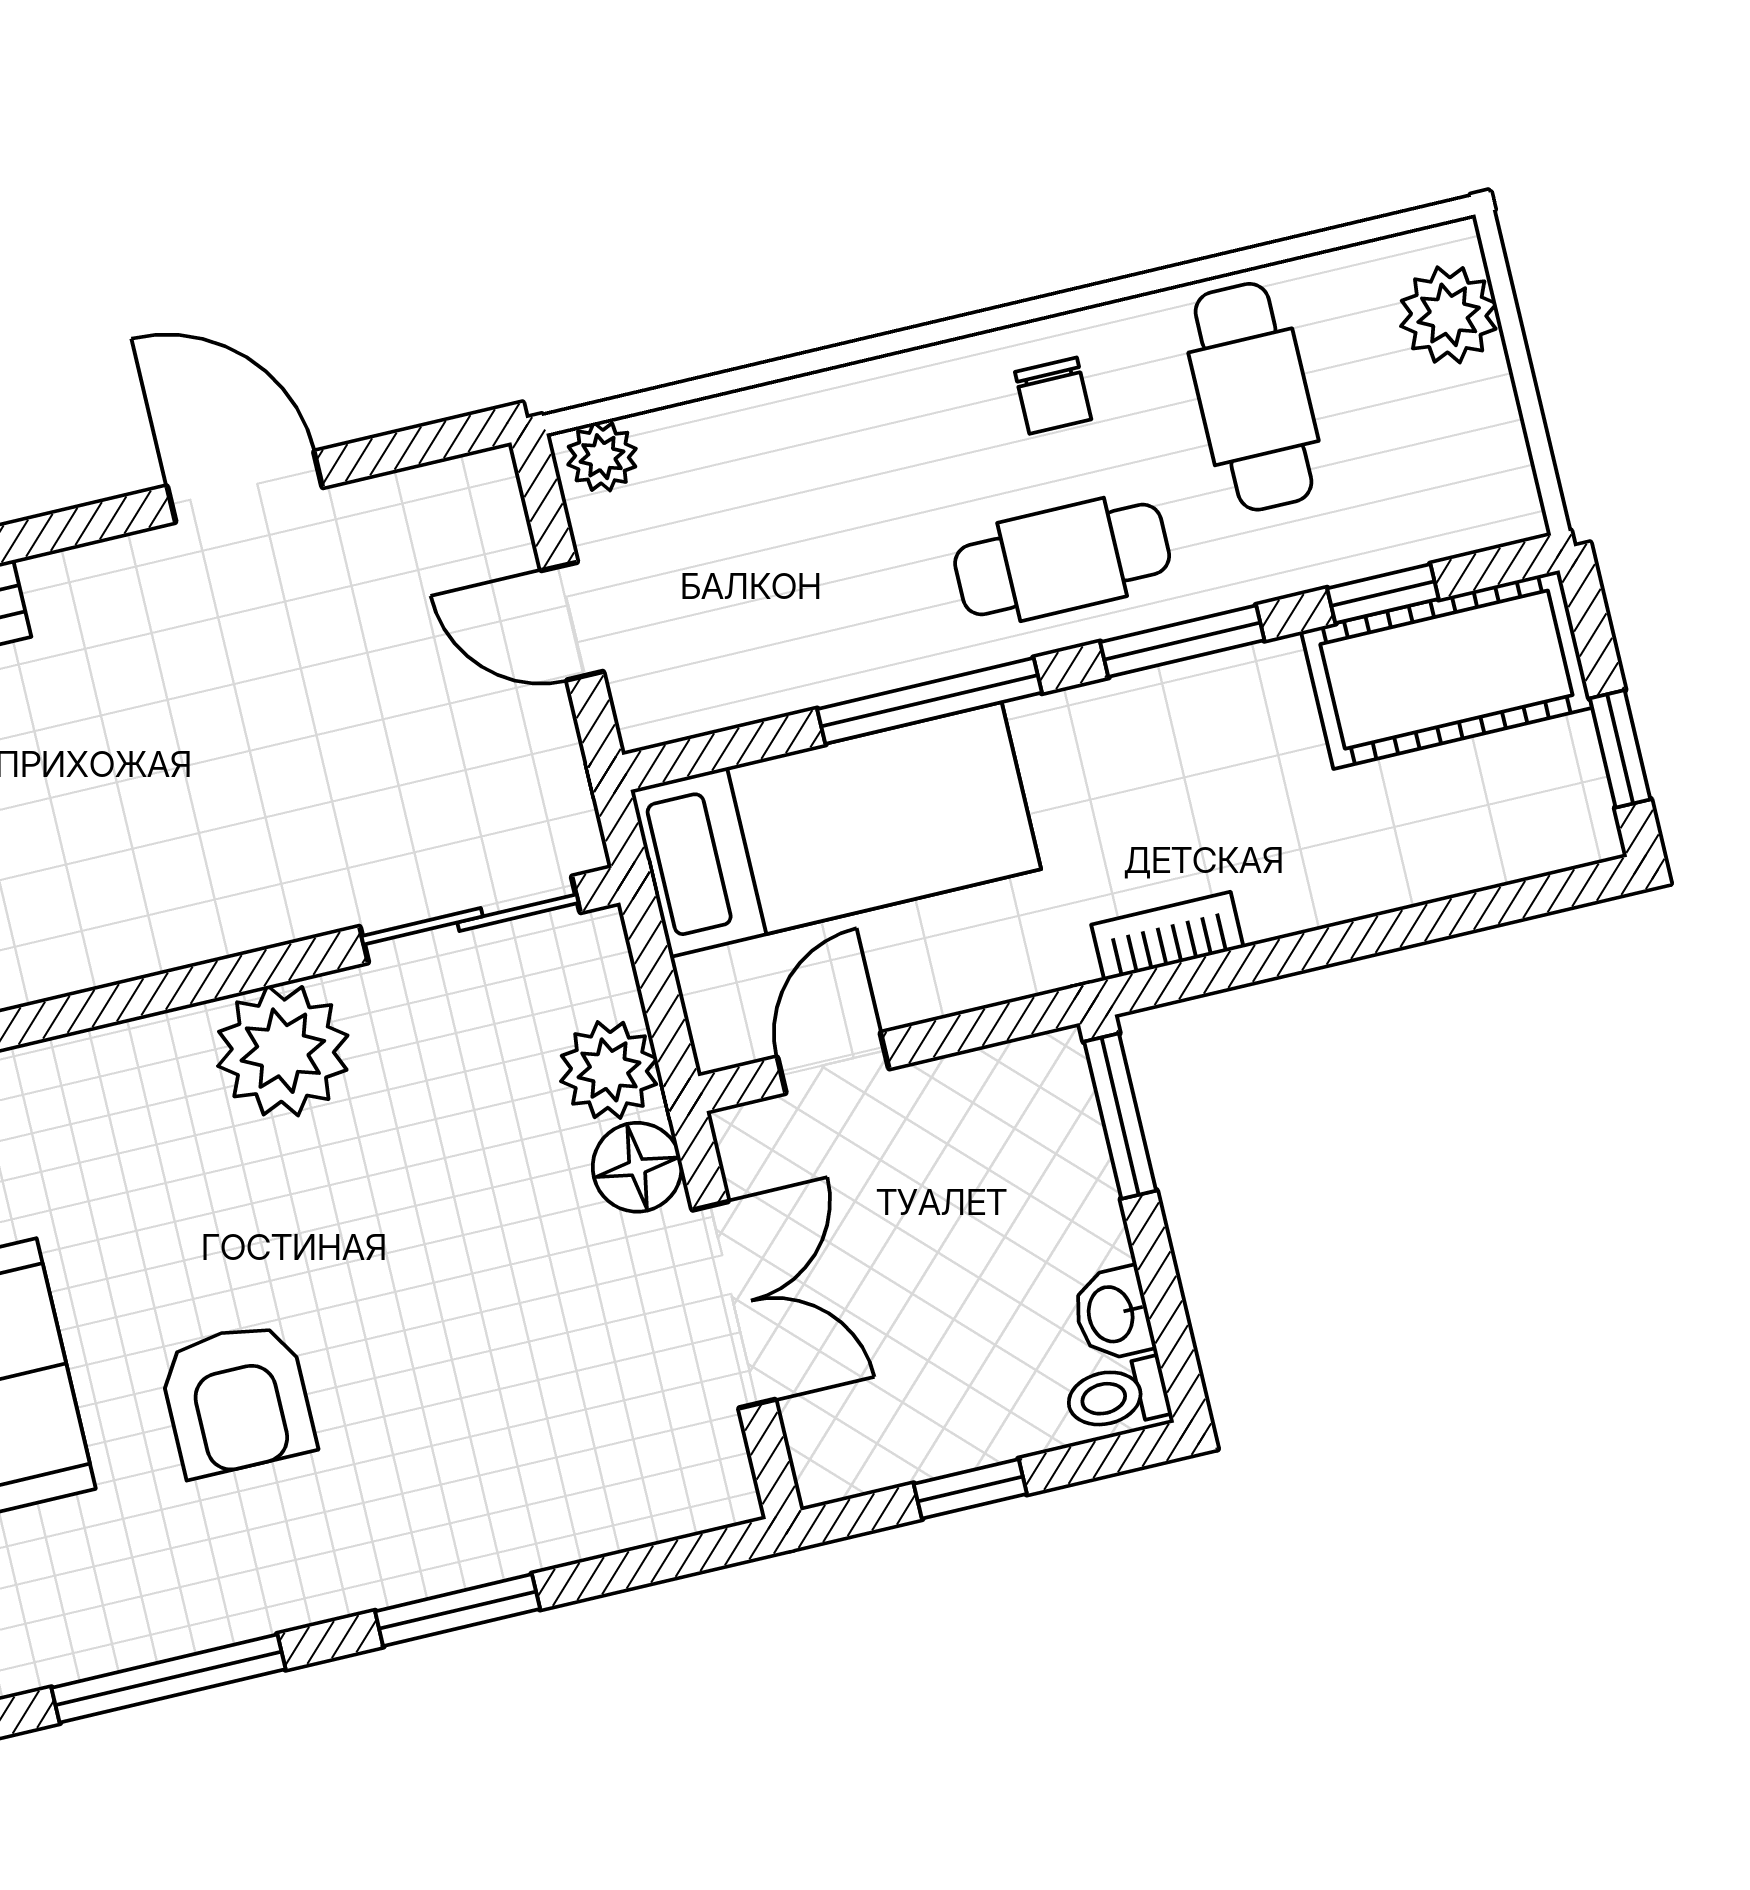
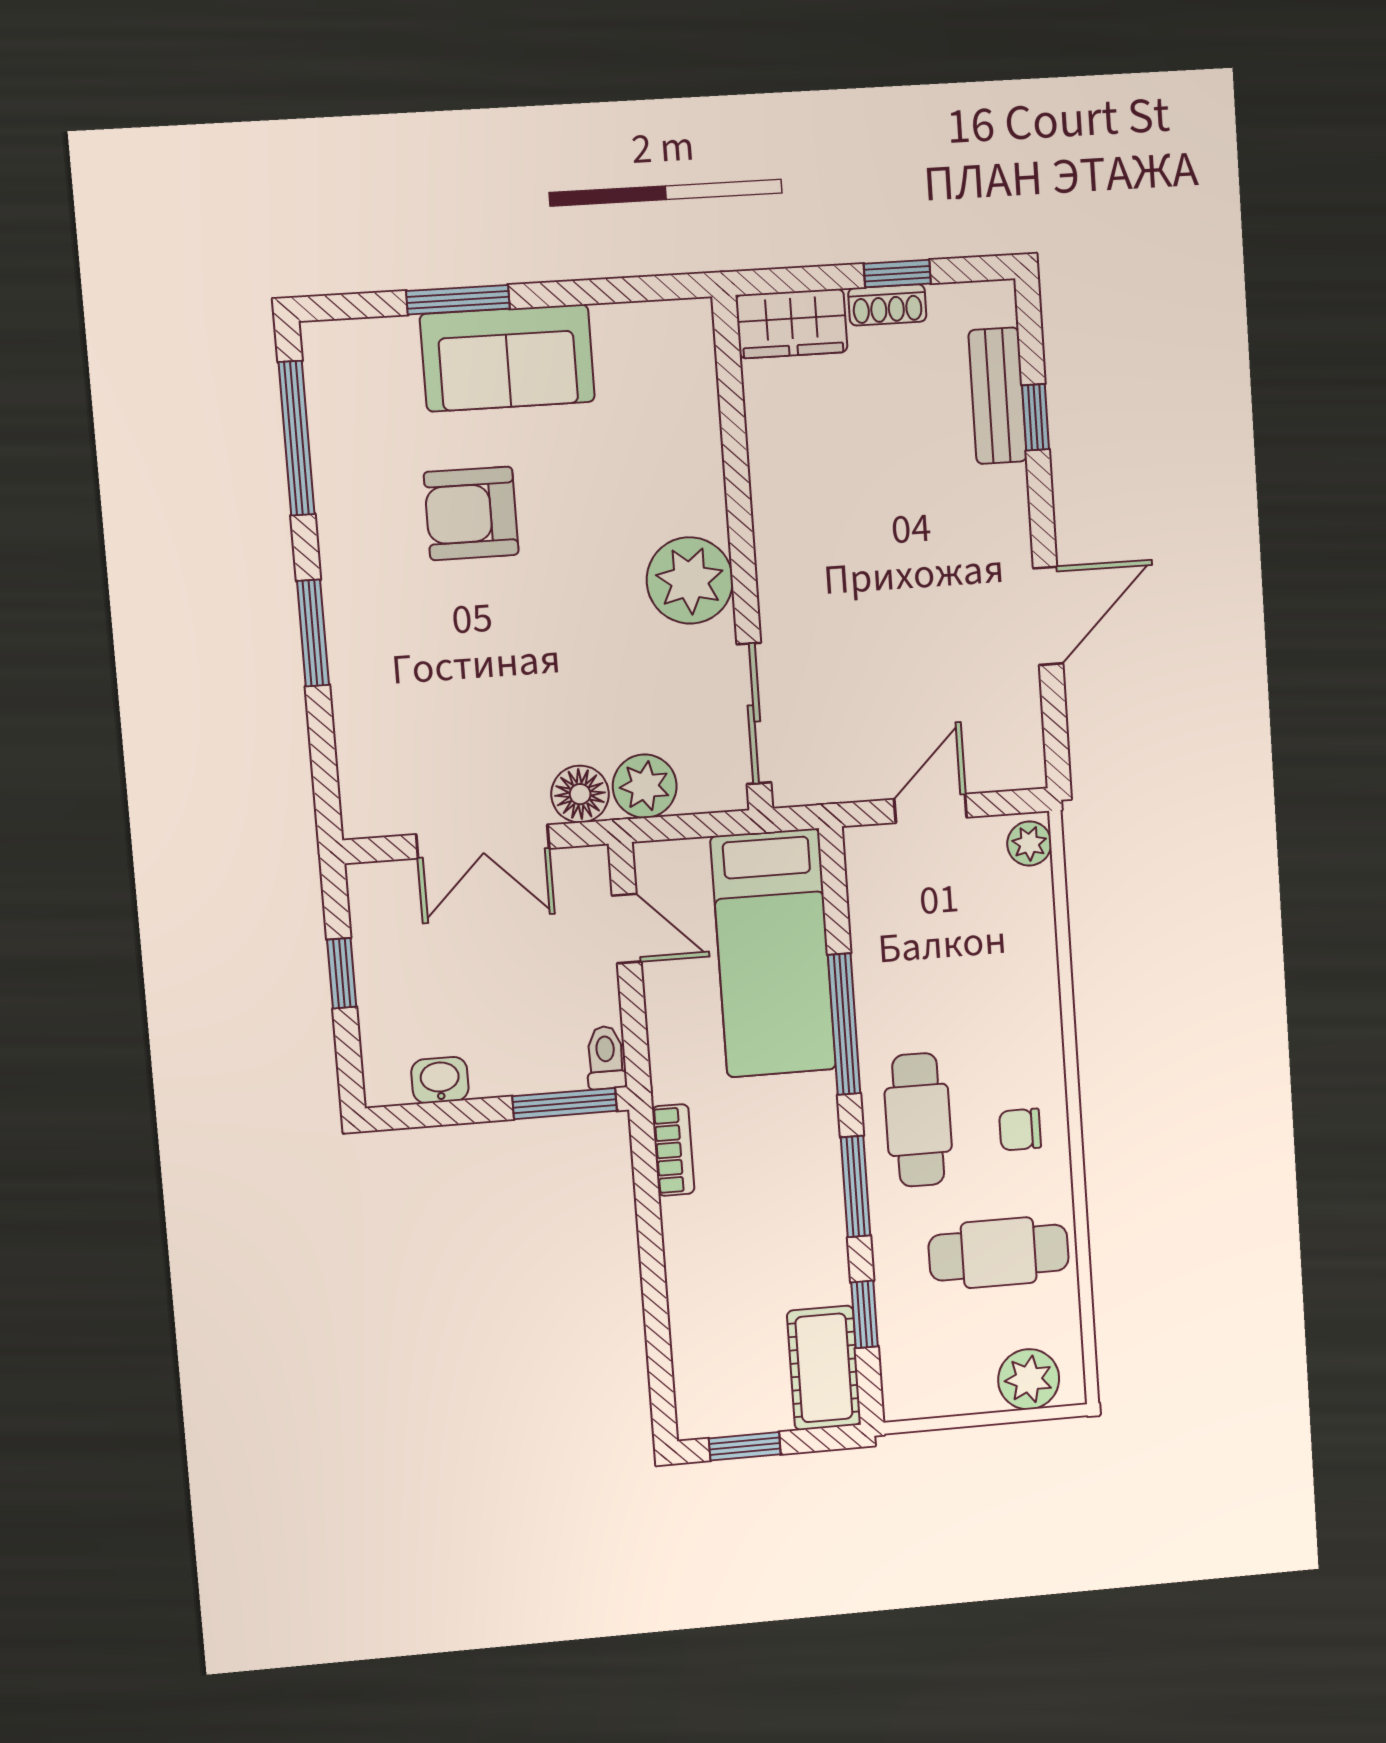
cot: (1446, 670) -> (824, 1368), width x0.73, depth x0.75
toilet: (1117, 1395) -> (606, 1058), moved

